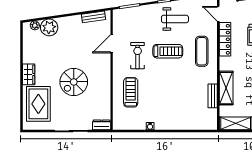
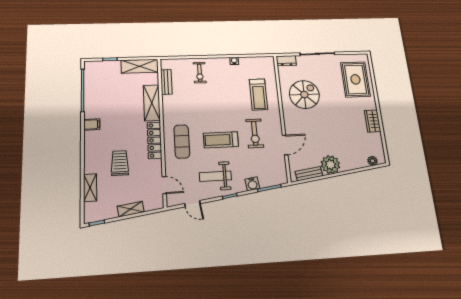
water cooler: (144, 11) -> (252, 184), added
plant: (49, 27) -> (330, 165), moved
locker: (225, 39) -> (154, 140), moved
wardrobe: (29, 74) -> (373, 121), moved
spiral stairs: (74, 82) -> (304, 95), moved
bench: (213, 96) -> (166, 82), moved
exercise bike: (182, 115) -> (200, 73), added

